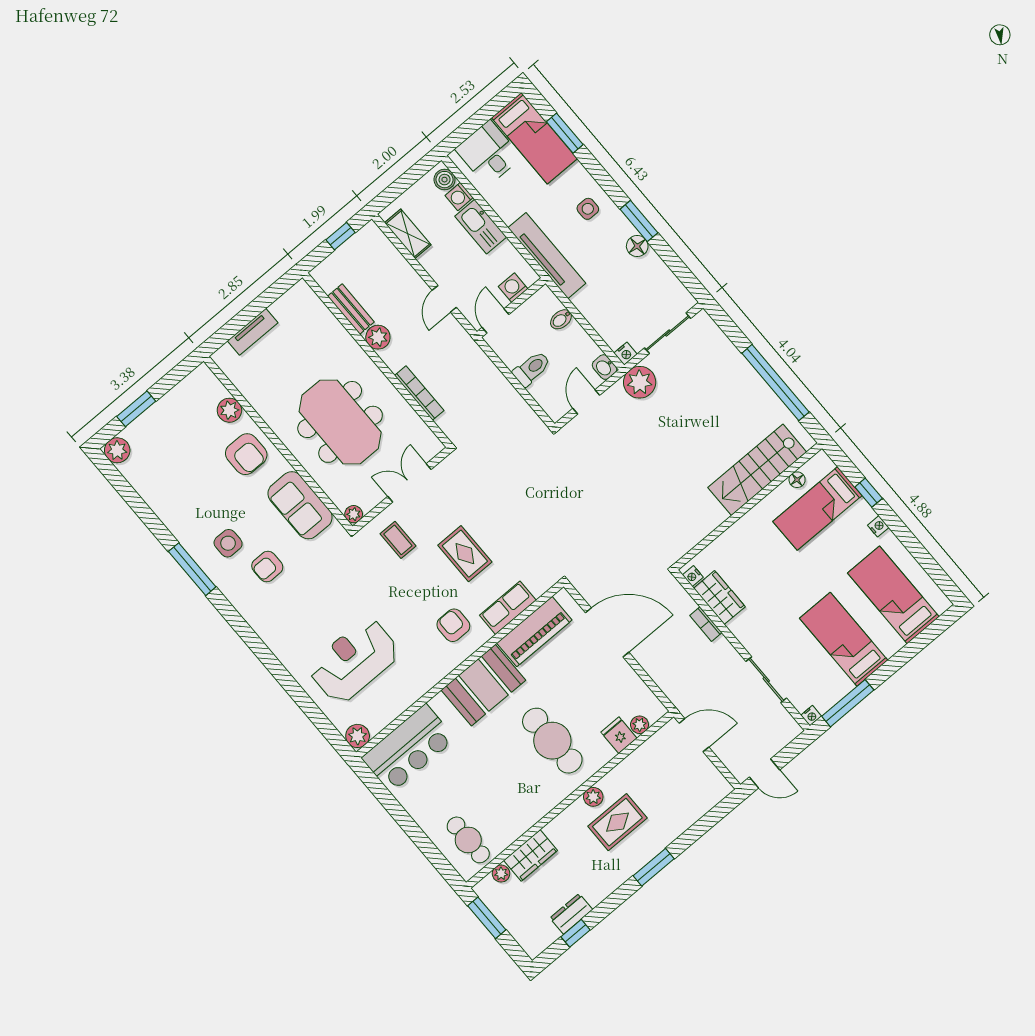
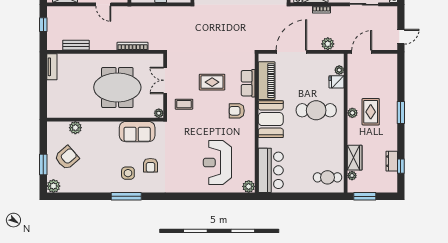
tv unit: (253, 332) -> (52, 67), moved
plant: (378, 337) -> (328, 44), moved
armchair: (246, 454) -> (67, 158), moved, turned -41

